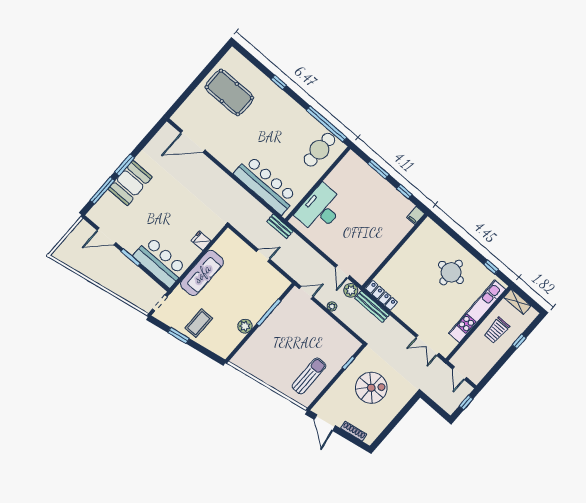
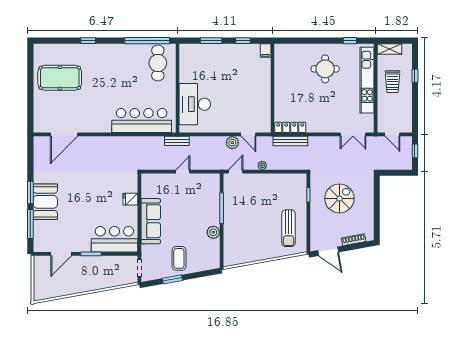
plant: (351, 290) -> (232, 143), moved
sun lounger: (309, 376) -> (288, 228), turned 180

